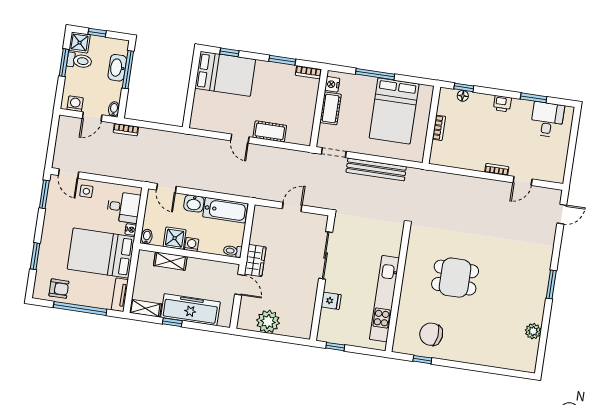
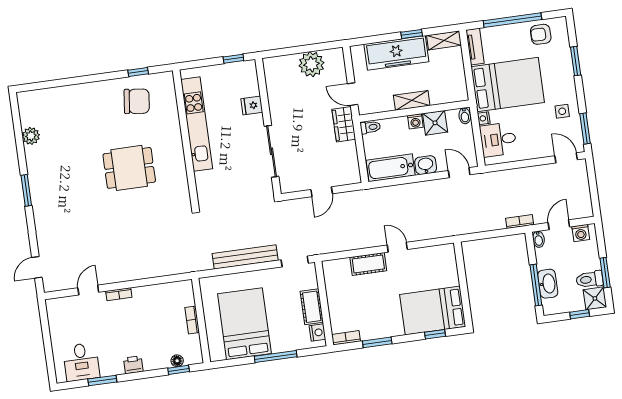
side table: (86, 191) -> (562, 111), moved
shelving: (170, 261) -> (412, 100), moved

